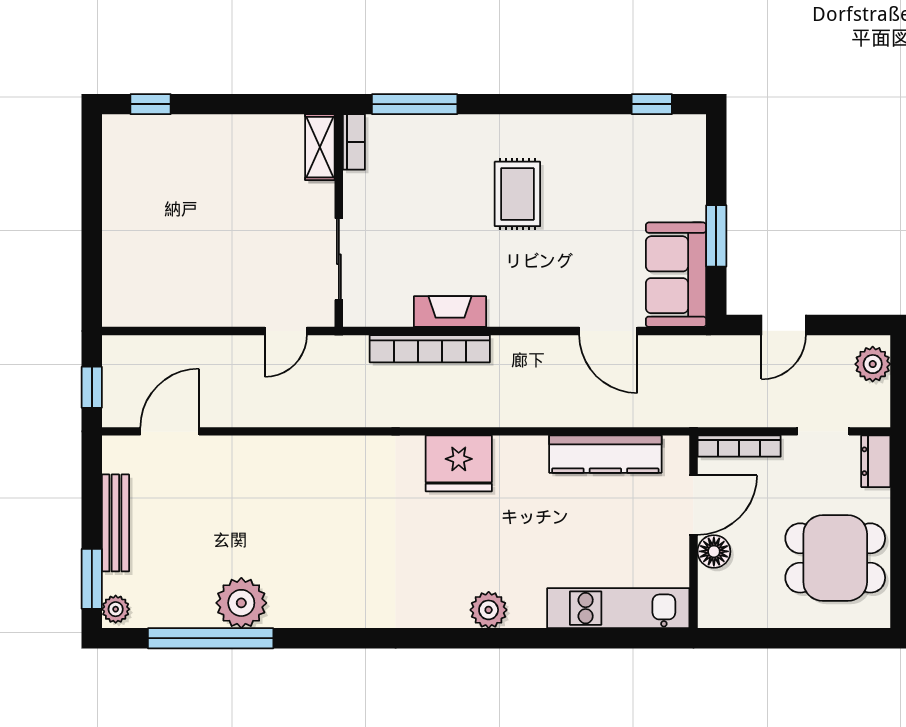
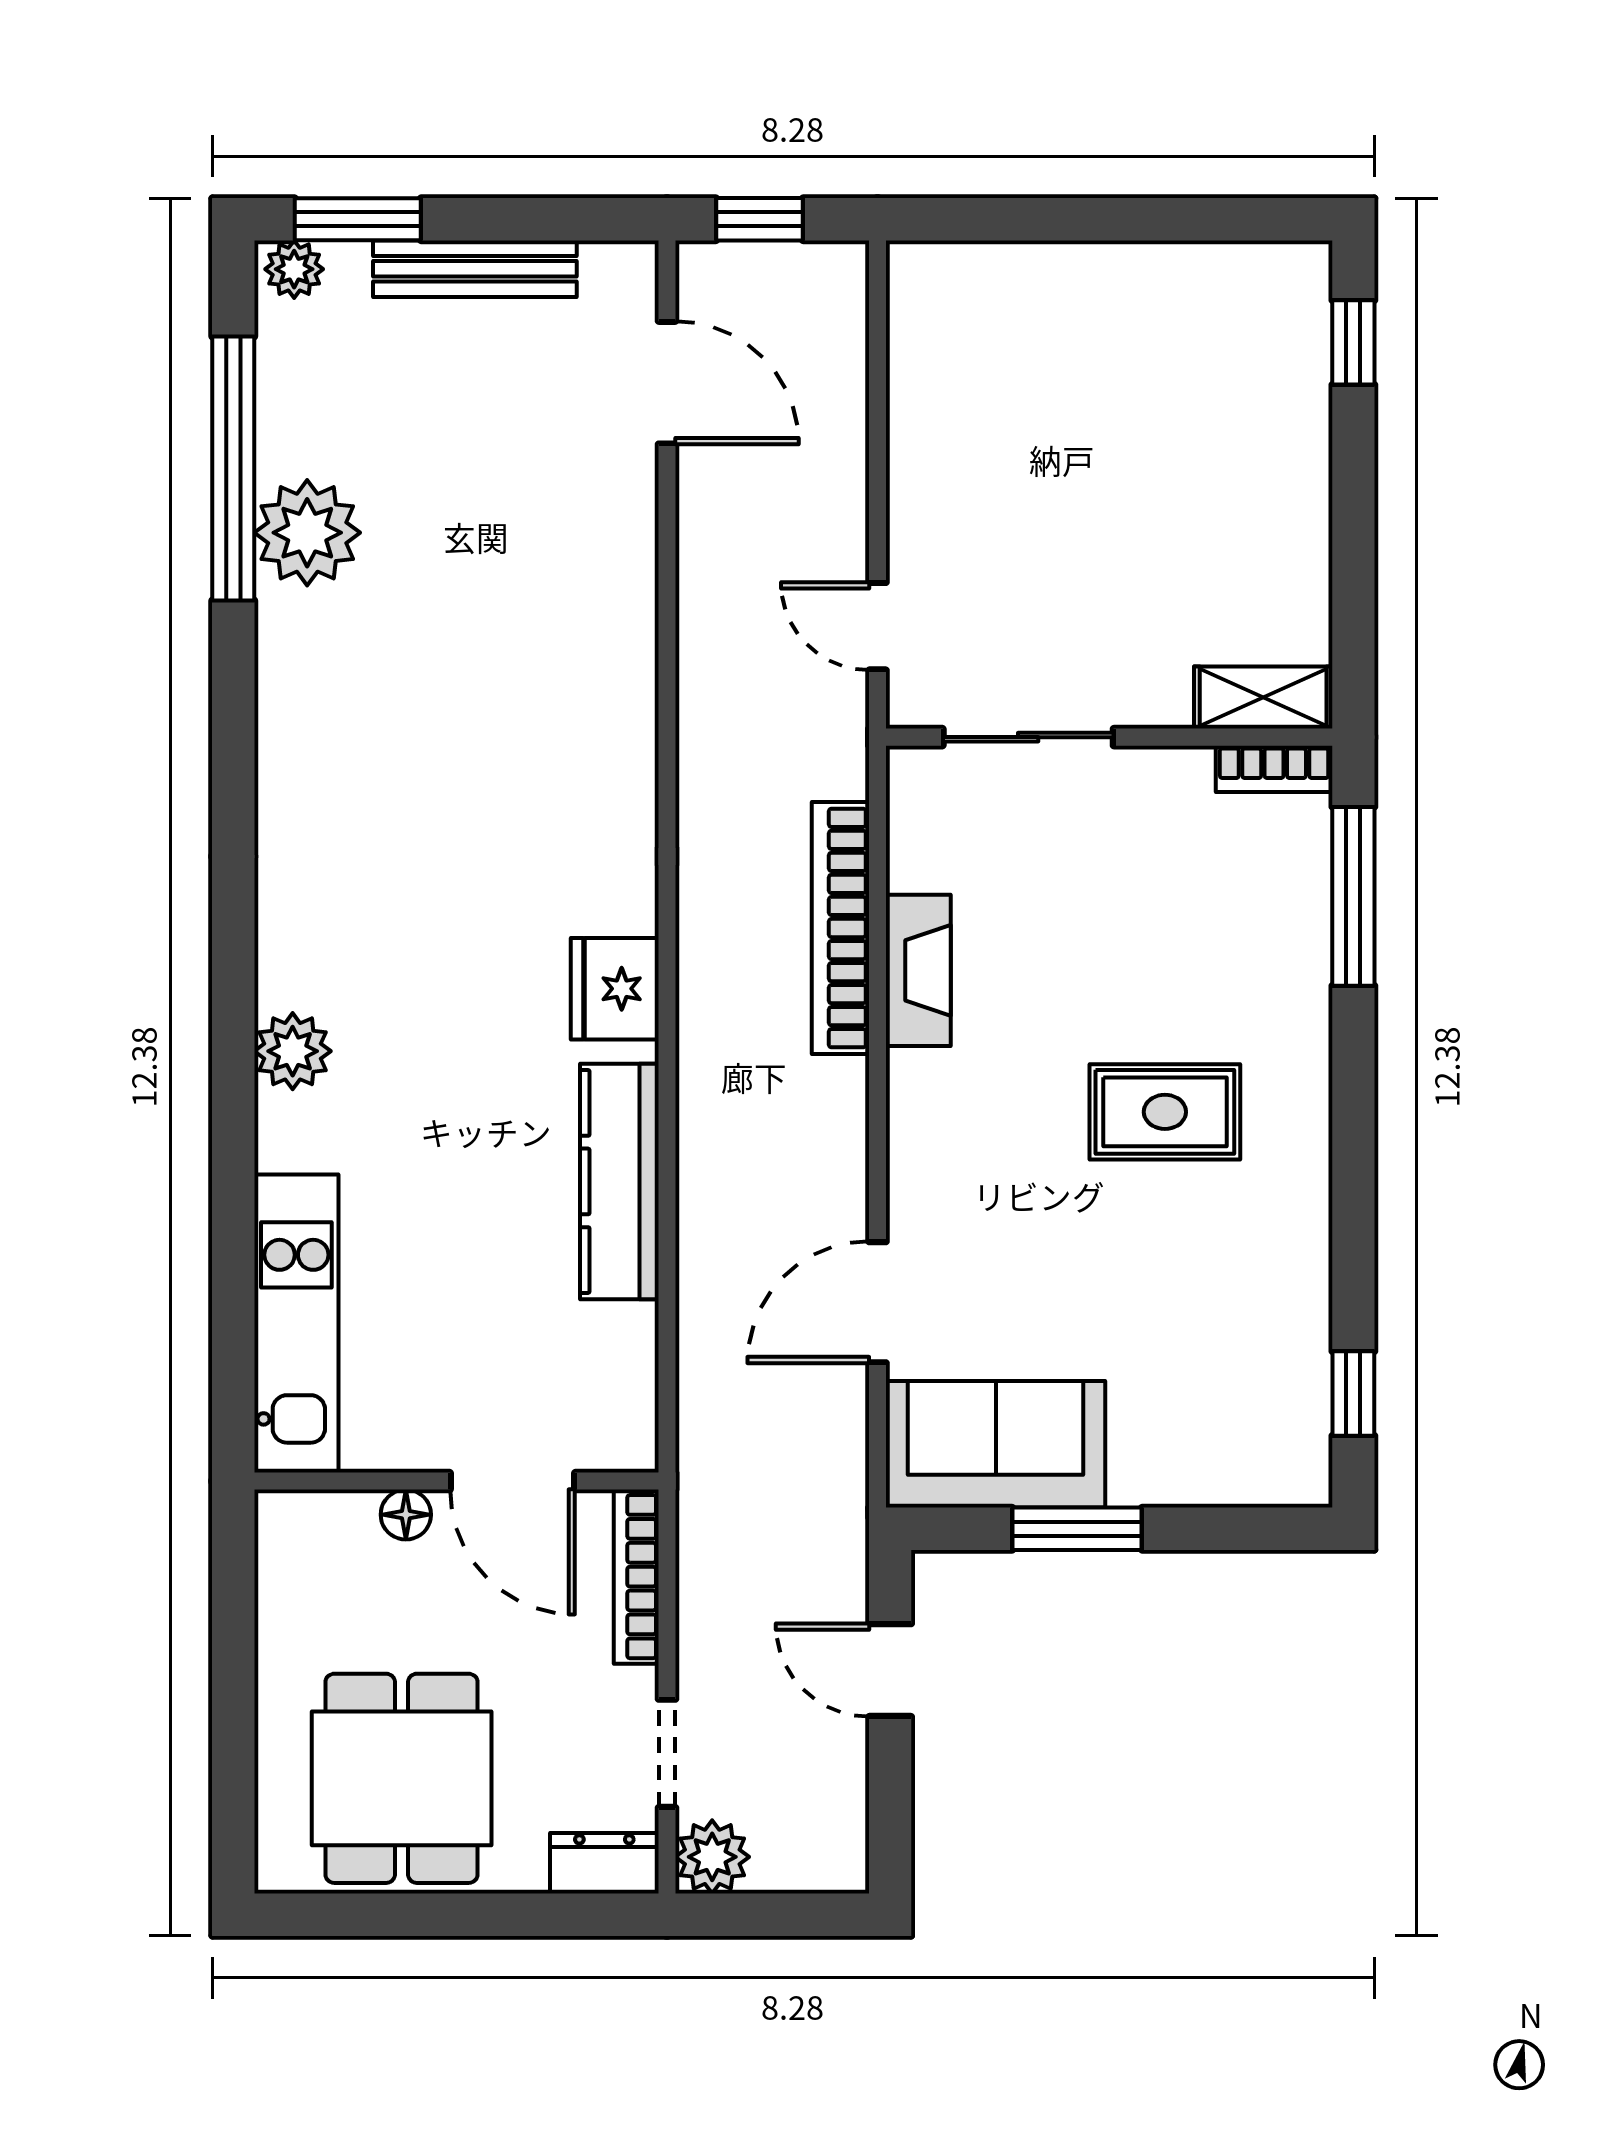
plant: (873, 364) -> (712, 1857), moved
kitchen counter: (605, 454) -> (619, 1181), moved
fridge: (459, 463) -> (615, 989), width x0.73, depth x0.75
floor lamp: (714, 551) -> (406, 1515), width x0.73, depth x0.73

